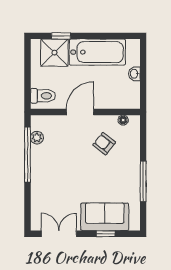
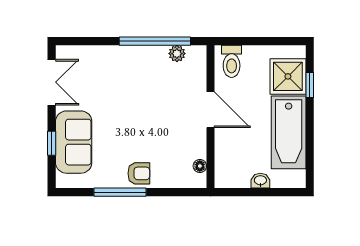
armchair: (104, 144) -> (139, 173), moved, turned 52

